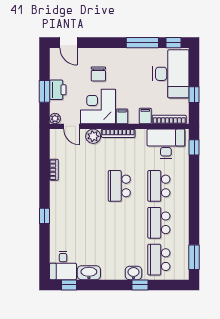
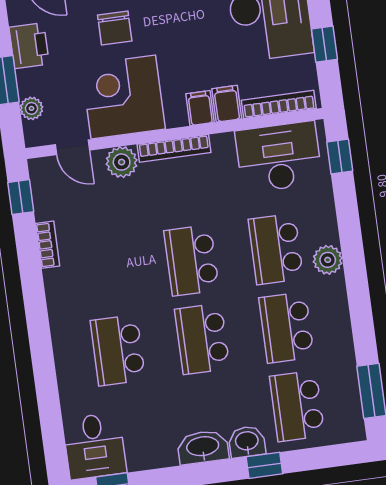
printer: (58, 90) -> (29, 46), moved
filing cabinet: (122, 116) -> (200, 108), moved
plant: (55, 119) -> (31, 108), moved
plant: (182, 194) -> (328, 260), added
window: (45, 216) -> (21, 197), moved
school desk: (80, 223) -> (118, 350), added
school desk: (119, 223) -> (202, 339), added
washbasin: (89, 273) -> (203, 447), moved

